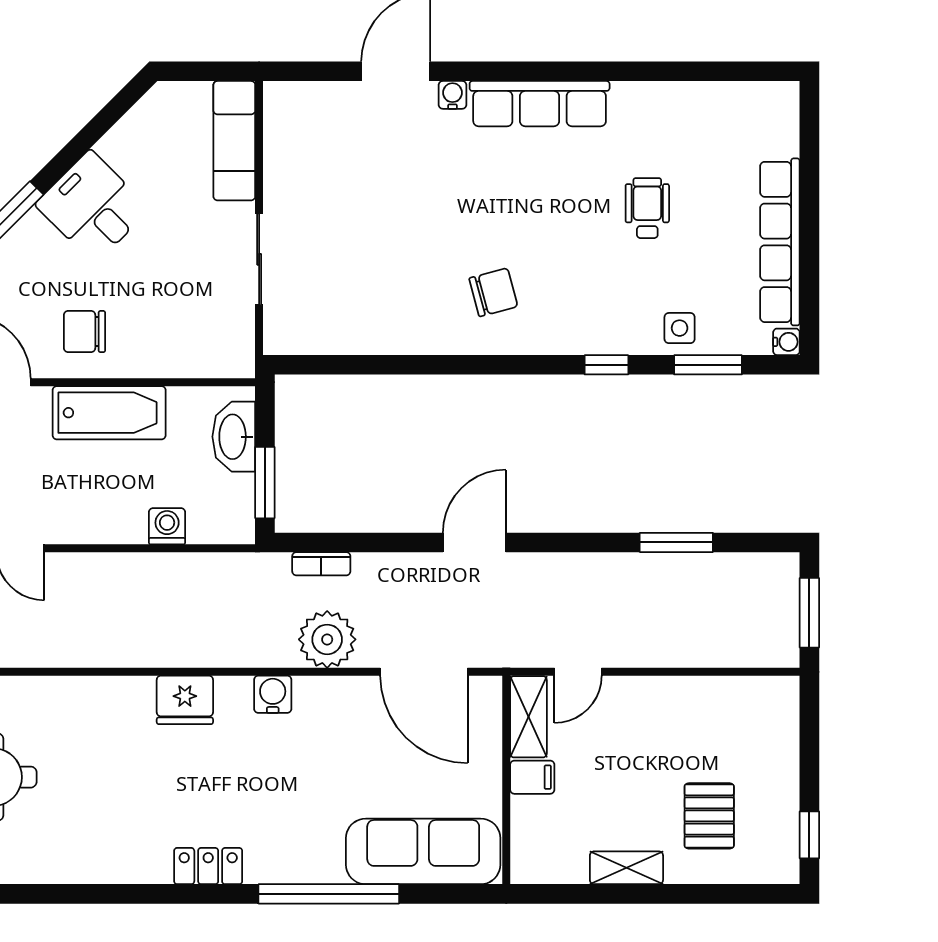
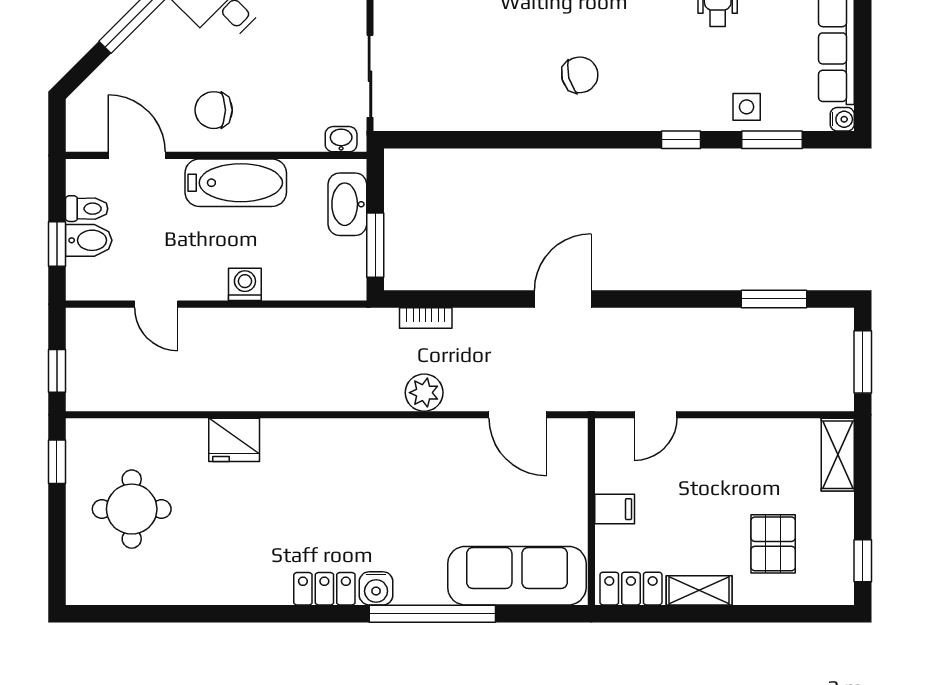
sliding door: (259, 259) -> (370, 76), moved
washbasin: (227, 364) -> (341, 139), added
washing machine: (167, 526) -> (245, 284), moved
window: (676, 542) -> (774, 299), moved
plant: (327, 639) -> (424, 393), width x0.73, depth x0.73
door: (424, 672) -> (518, 415), width x0.73
water cooler: (273, 694) -> (376, 588), moved, turned 180
fridge: (185, 700) -> (234, 440), moved
shelving: (528, 717) -> (838, 455), moved
locker: (550, 866) -> (631, 589), added

